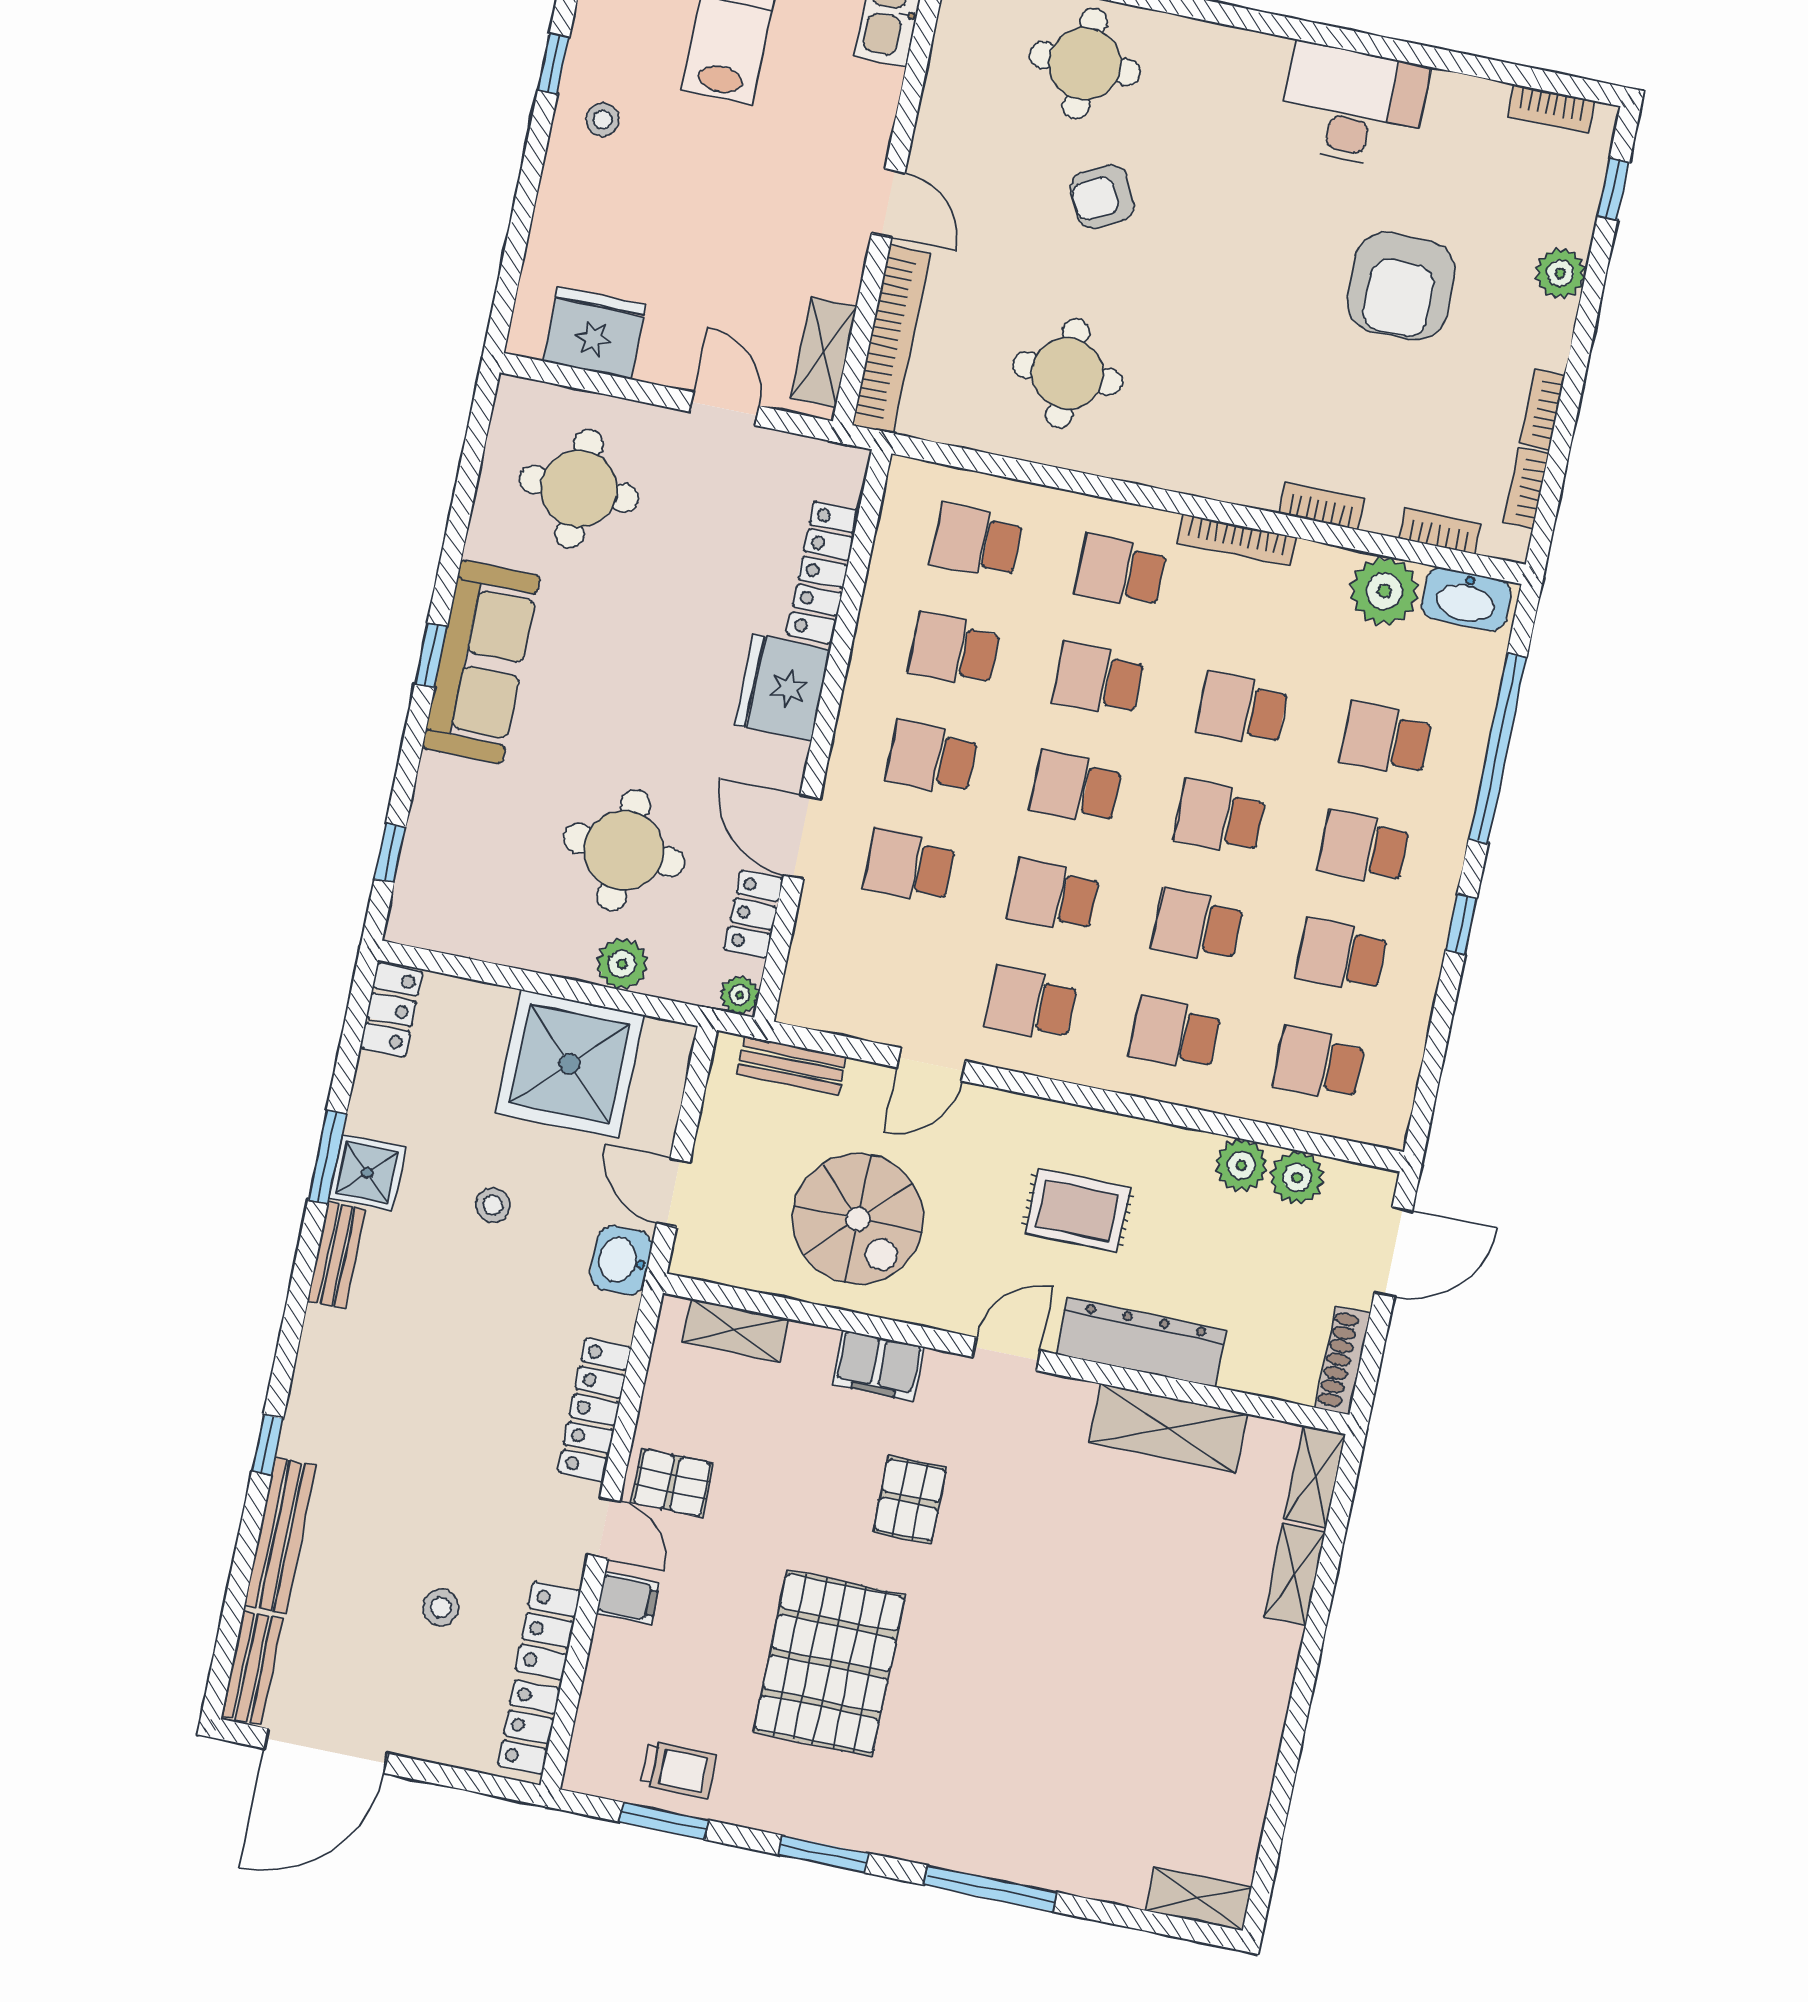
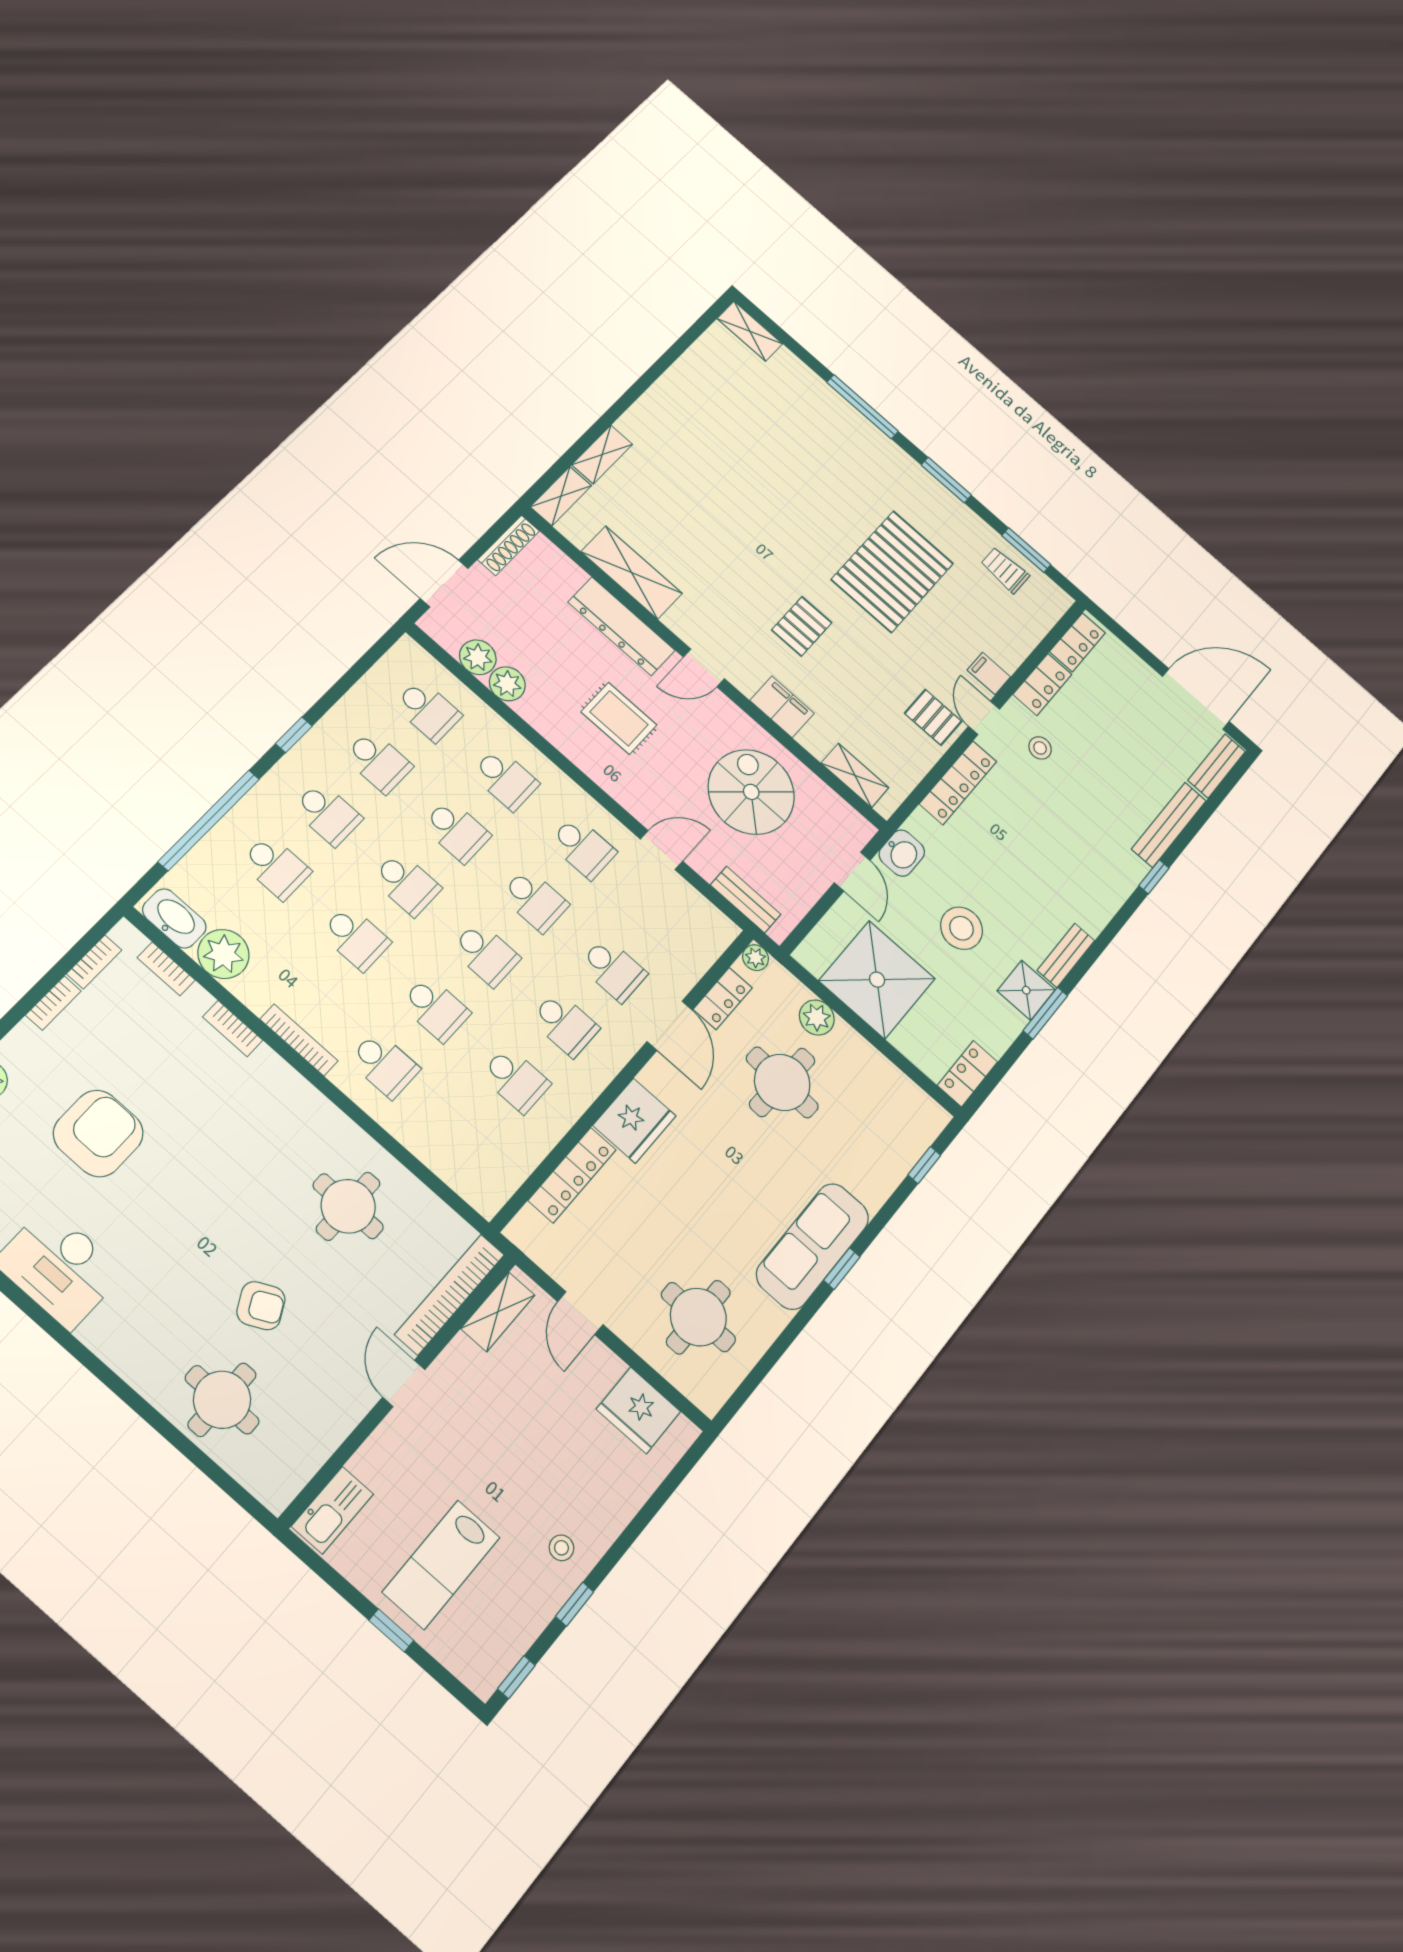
school desk: (976, 542) -> (465, 1137), removed
stool: (493, 1205) -> (962, 928), width x1.89, depth x1.89
stool: (441, 1607) -> (1040, 748), moved

